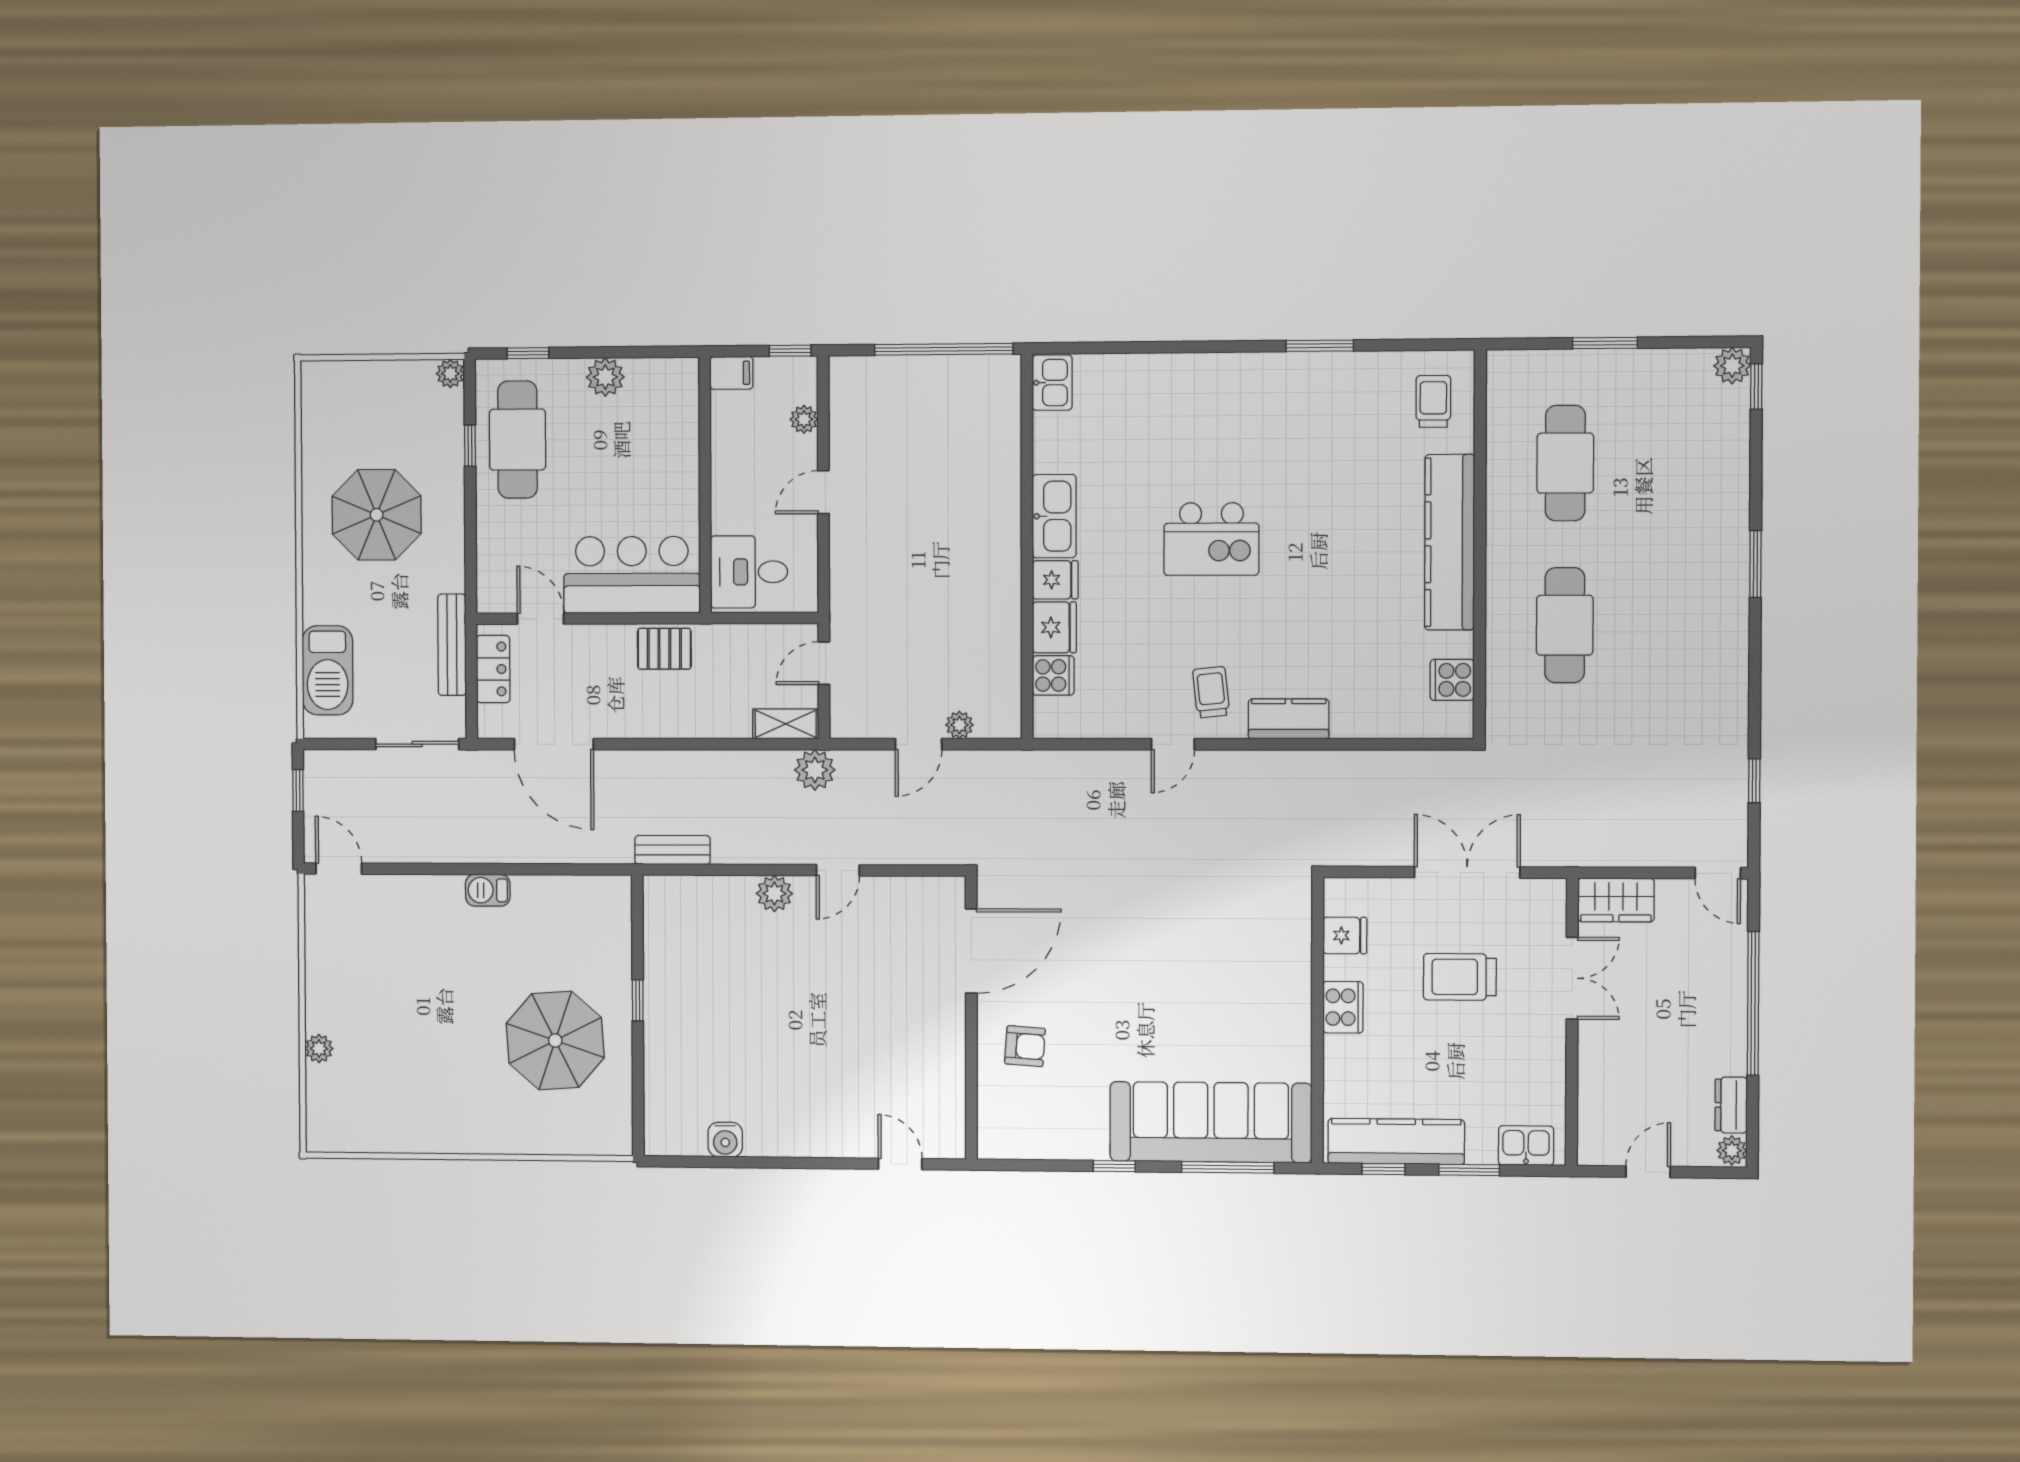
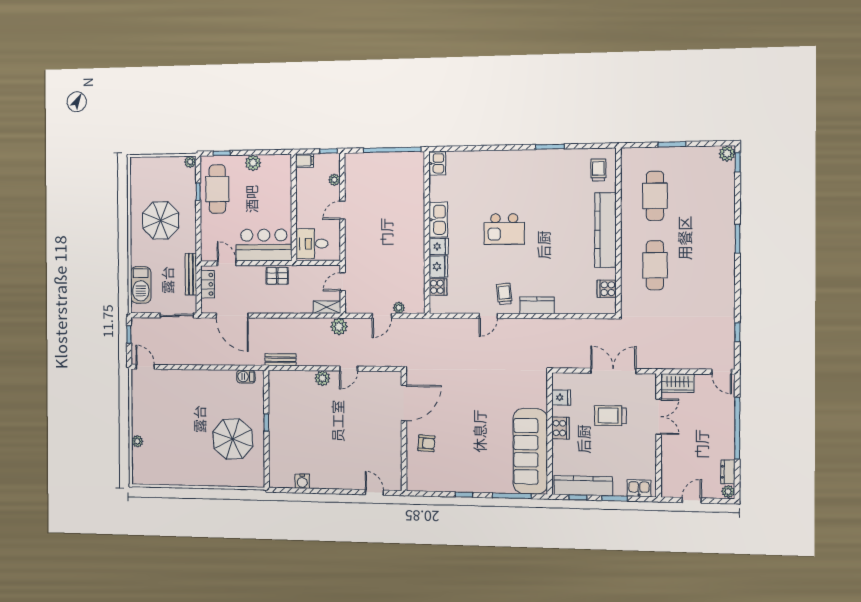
barbecue: (488, 890) -> (246, 377), moved
sofa: (1211, 1122) -> (530, 451), moved, turned -90

